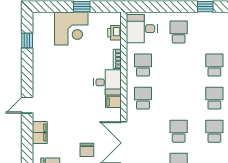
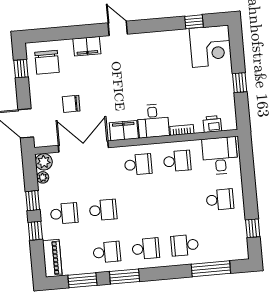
corner desk: (71, 29) -> (210, 46), moved, turned -90
school desk: (214, 65) -> (185, 245), turned 180
filing cabinet: (113, 102) -> (124, 131), width x2.00

